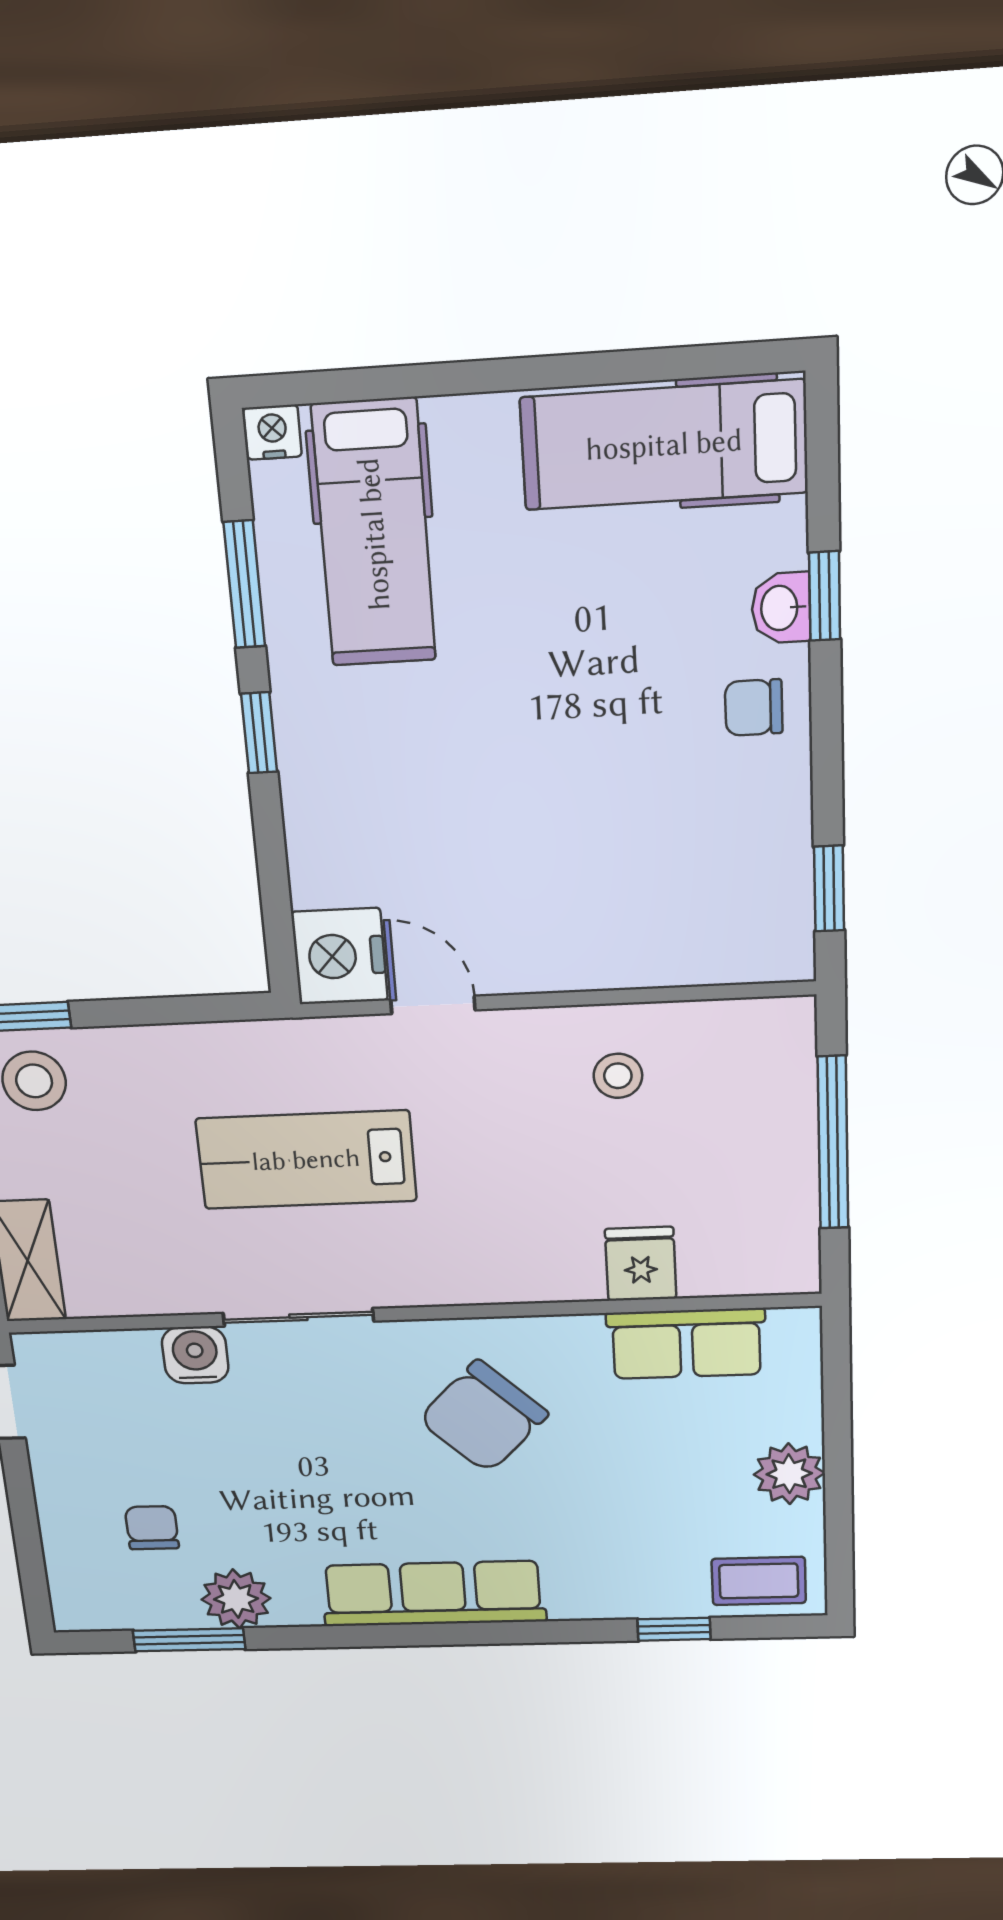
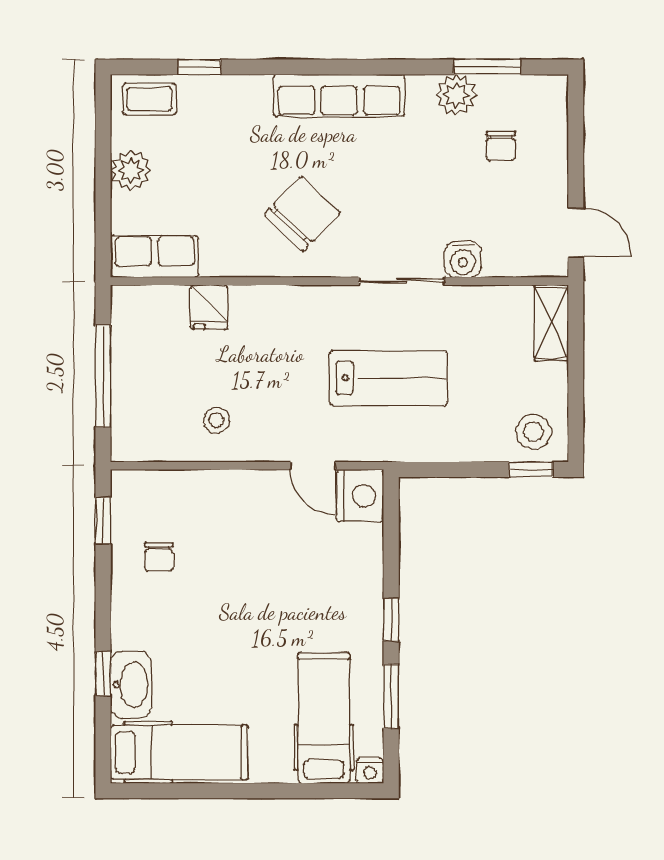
washbasin: (781, 608) -> (131, 685), width x1.91, depth x1.45
chair: (754, 707) -> (159, 557), moved, turned 90
row of seats: (686, 1344) -> (154, 256), moved

